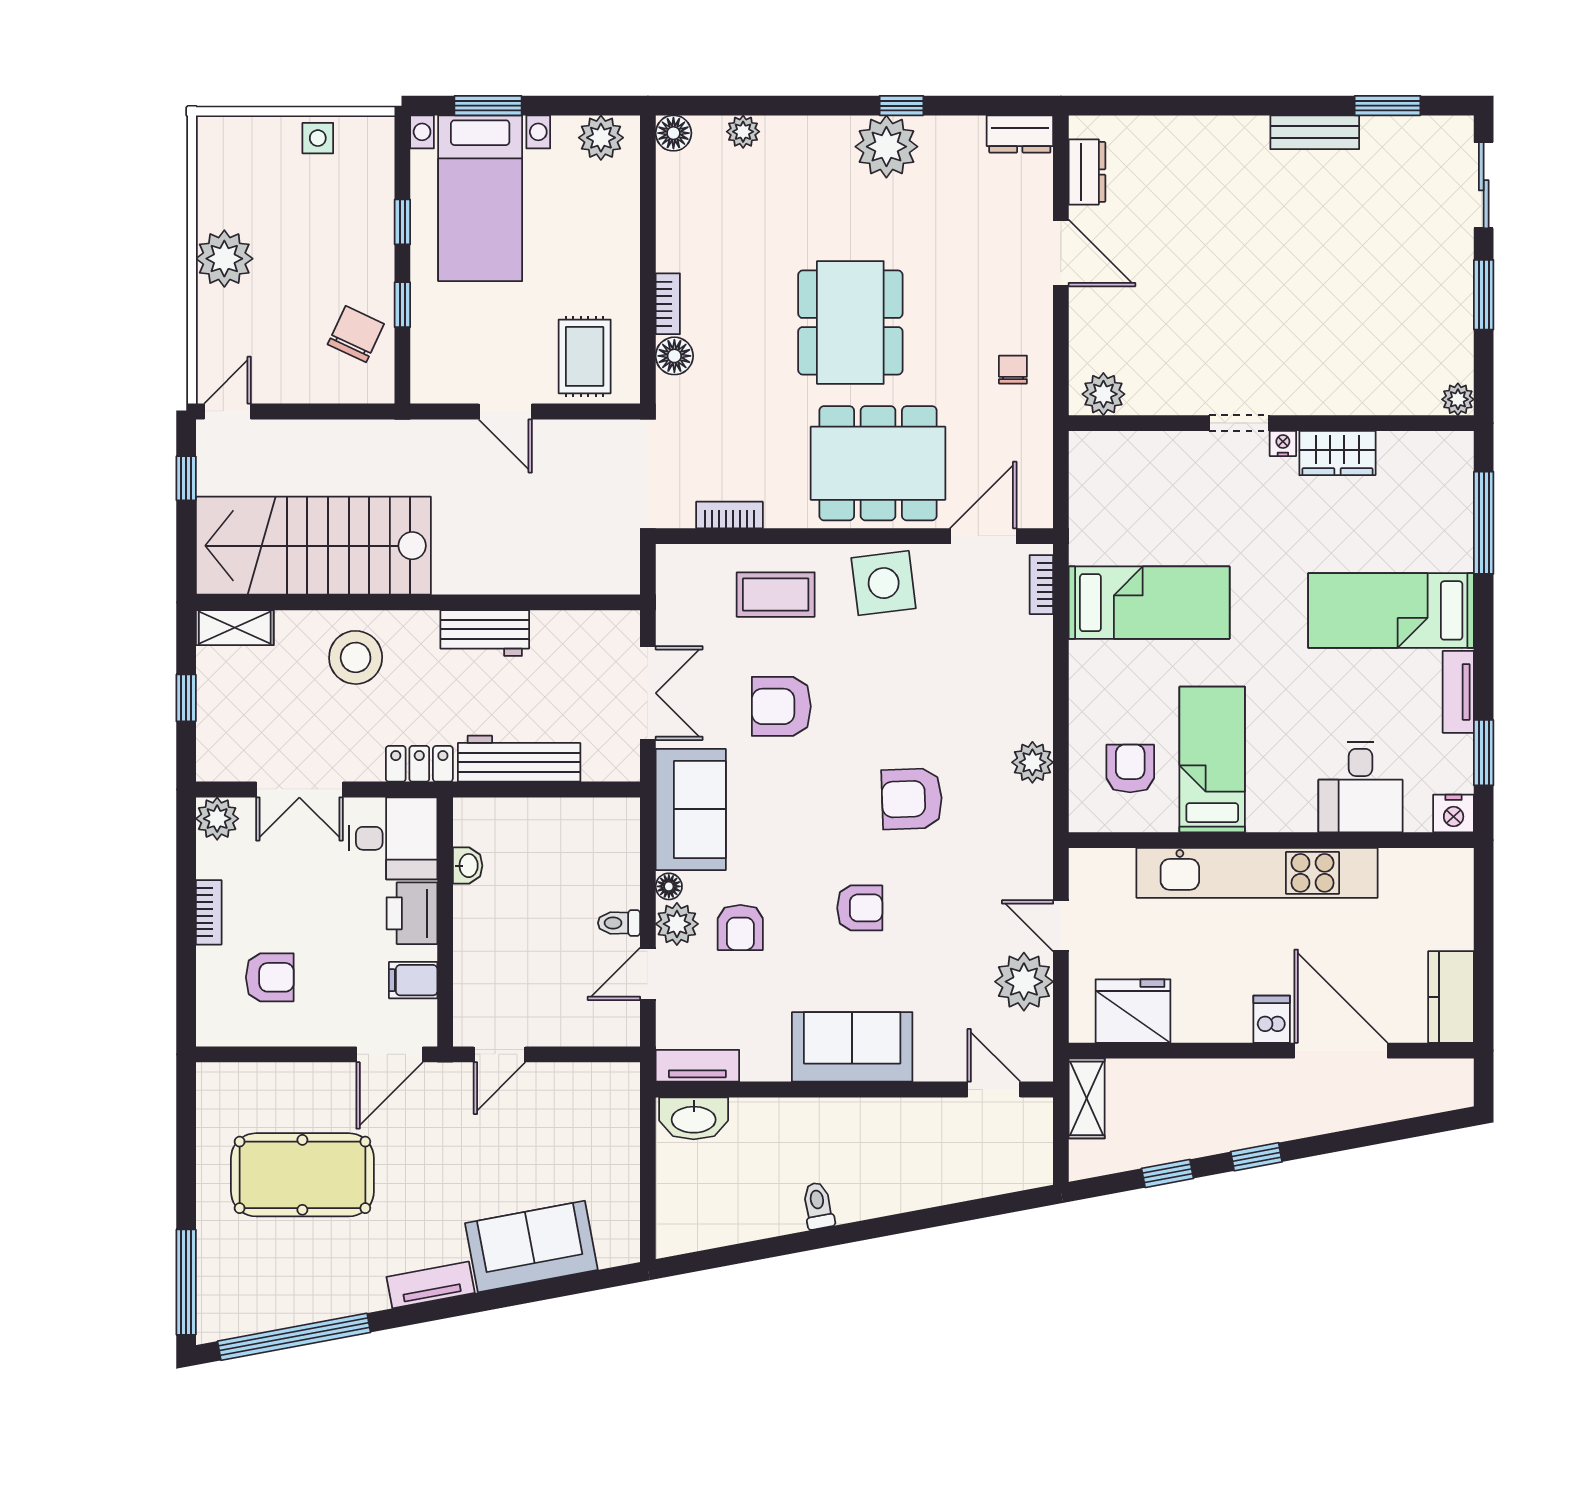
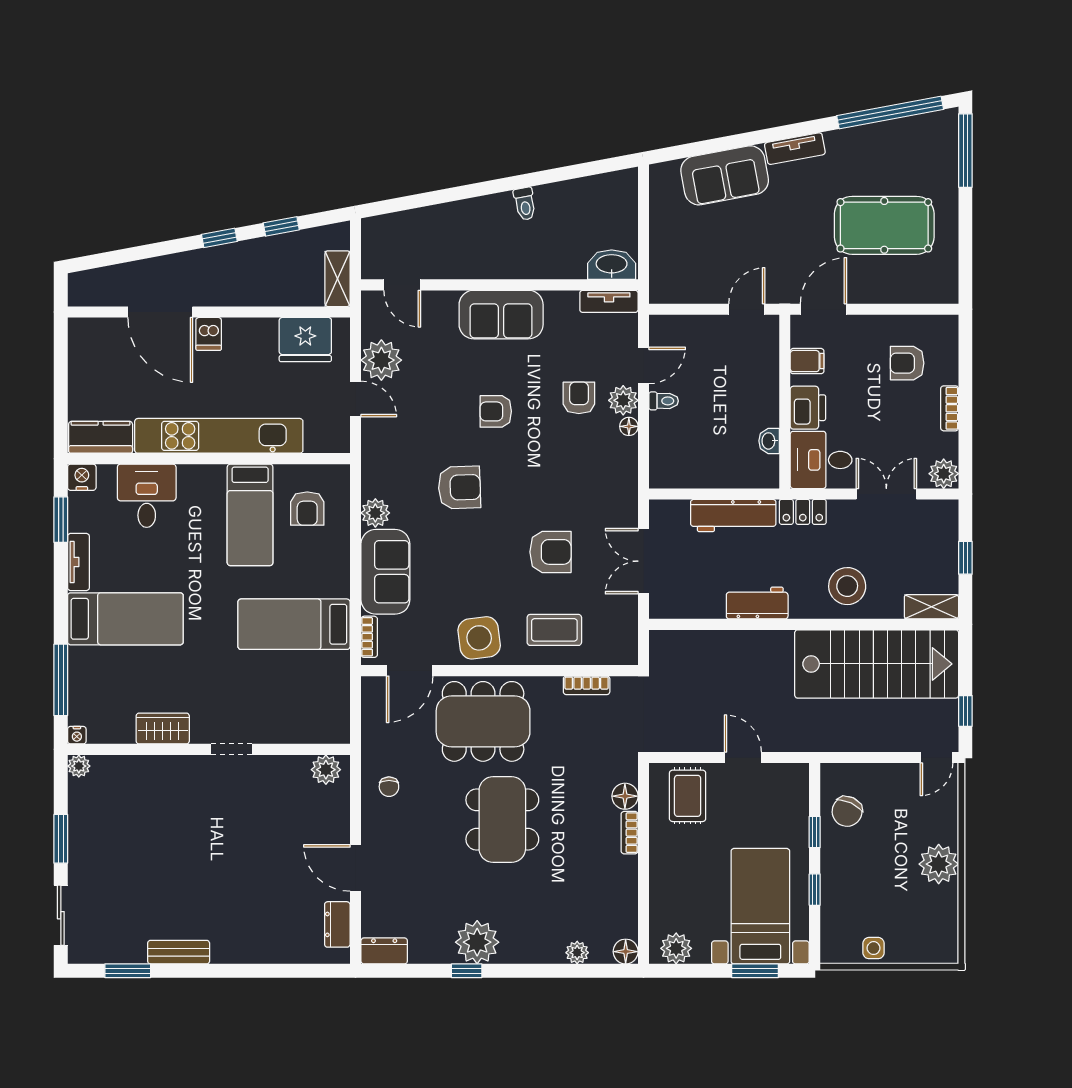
nightstand: (1283, 444) -> (77, 735), moved
sofa: (691, 809) -> (385, 572), moved, turned 180
kitchen counter: (1451, 997) -> (101, 437), moved, turned -90

